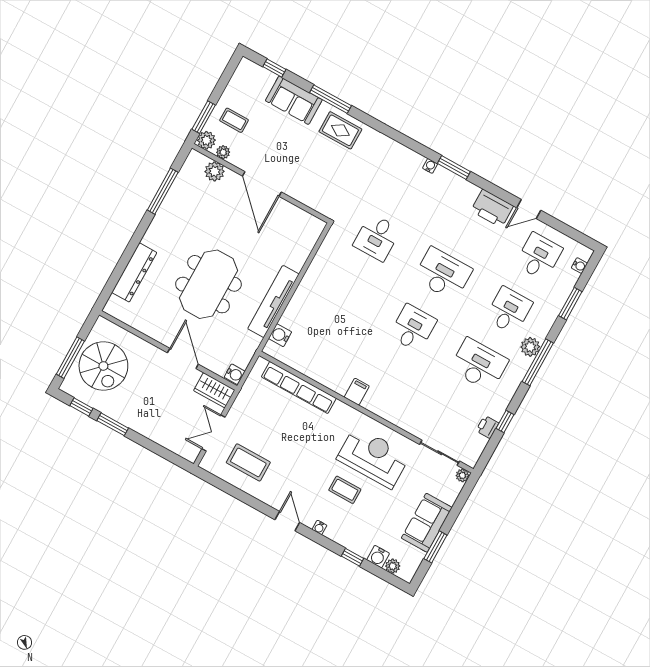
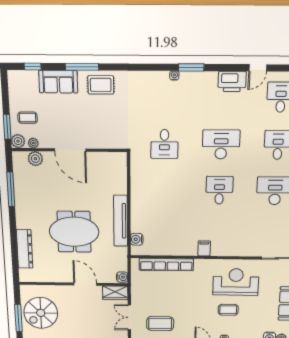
meeting table: (208, 284) -> (74, 232), turned 90
spiral stairs: (103, 366) -> (41, 313), turned 90

